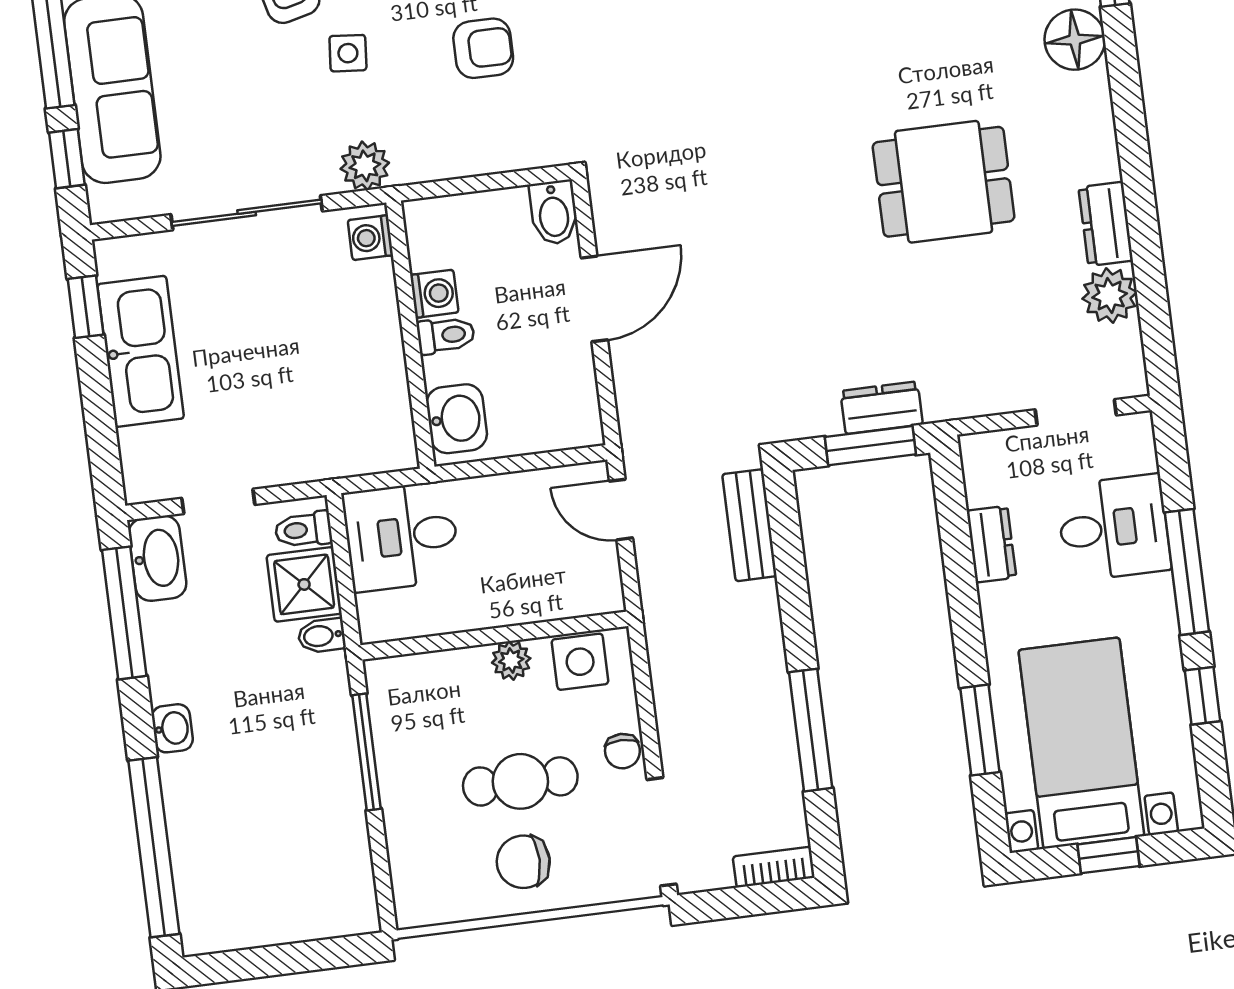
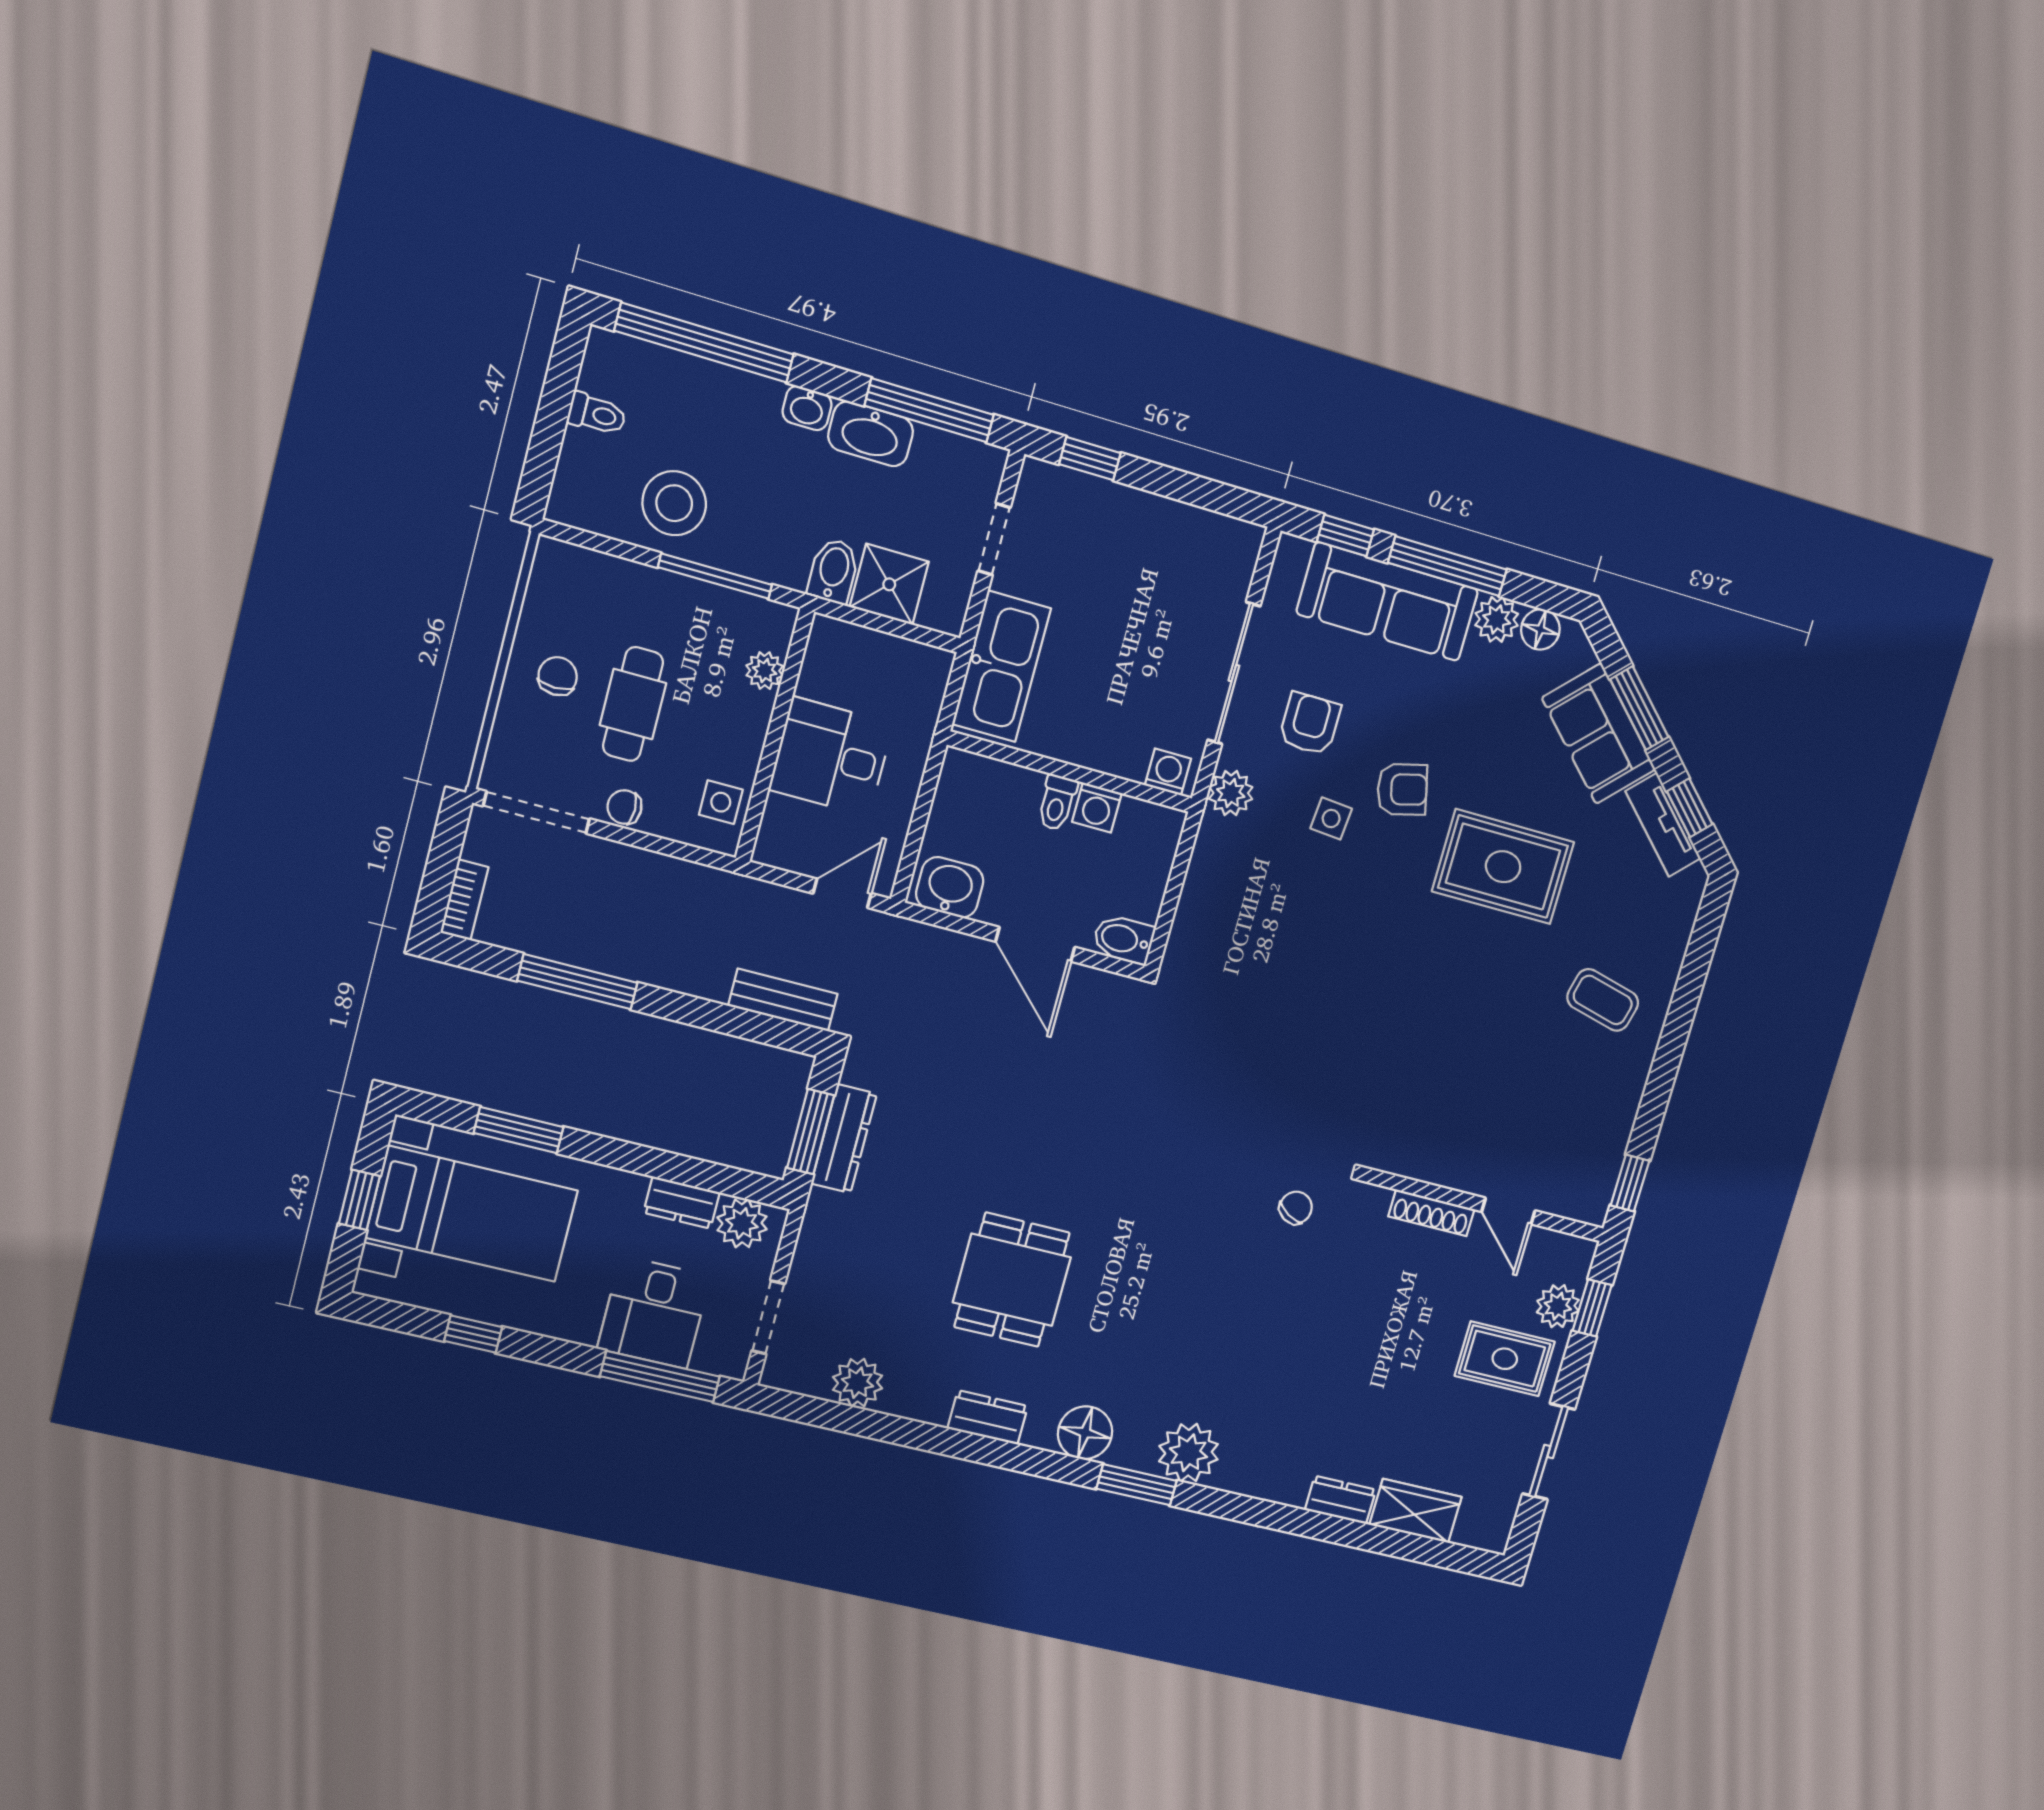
armchair: (483, 48) -> (1310, 724), moved, turned 180
dresser: (1106, 224) -> (988, 1417), moved
window: (86, 307) -> (1090, 459), moved
kitchen sink: (141, 351) -> (1002, 666), moved, turned -90
dresser: (882, 408) -> (844, 1139), width x1.44
washbasin: (457, 419) -> (950, 887), moved, turned 180
plant: (990, 476) -> (742, 1223), added
toilet: (303, 530) -> (597, 414), moved, turned 90
desk: (401, 536) -> (831, 757), moved, turned -90
washbasin: (157, 558) -> (871, 434), moved
window: (1187, 572) -> (660, 1376), moved
bidet: (322, 636) -> (833, 571), width x1.38, depth x1.36
plant: (511, 660) -> (765, 671), moved
side table: (580, 662) -> (721, 802), width x0.73, depth x0.73
stool: (314, 817) -> (674, 503), added
chair: (523, 862) -> (558, 676), width x0.73, depth x0.73

